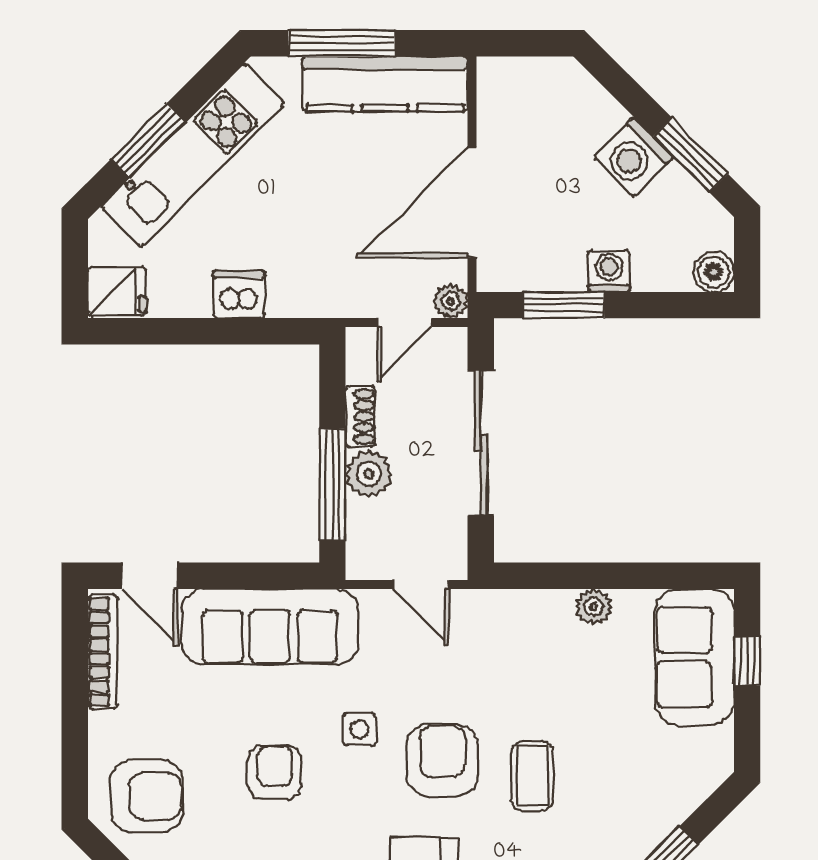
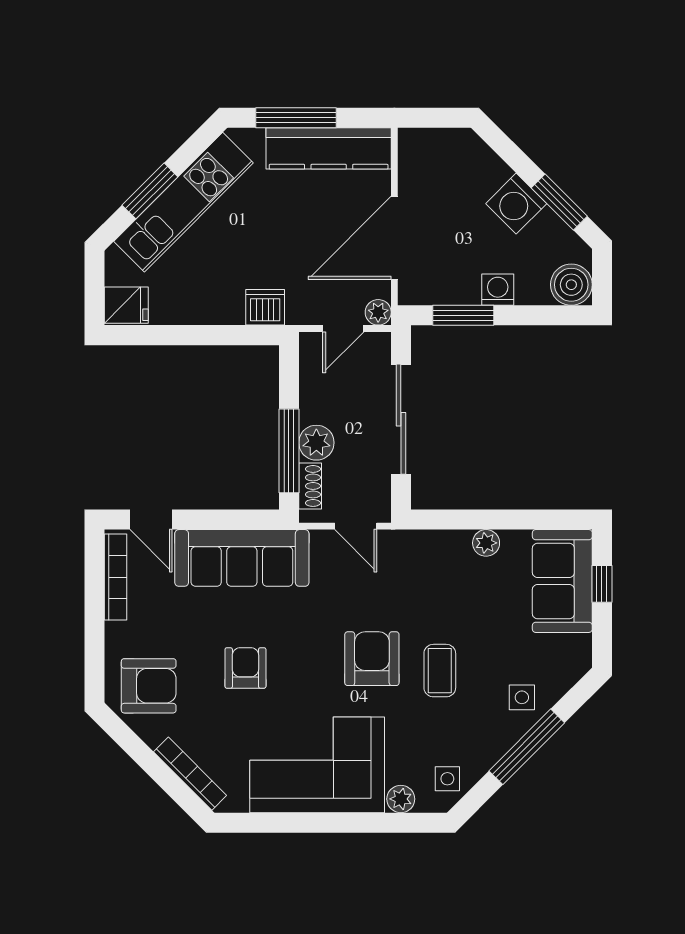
boiler: (714, 272) -> (571, 285), width x1.36, depth x1.36
dishwasher: (239, 294) -> (265, 307), moved
shoe rack: (360, 417) -> (310, 486), moved
side table: (359, 729) -> (522, 697), moved

